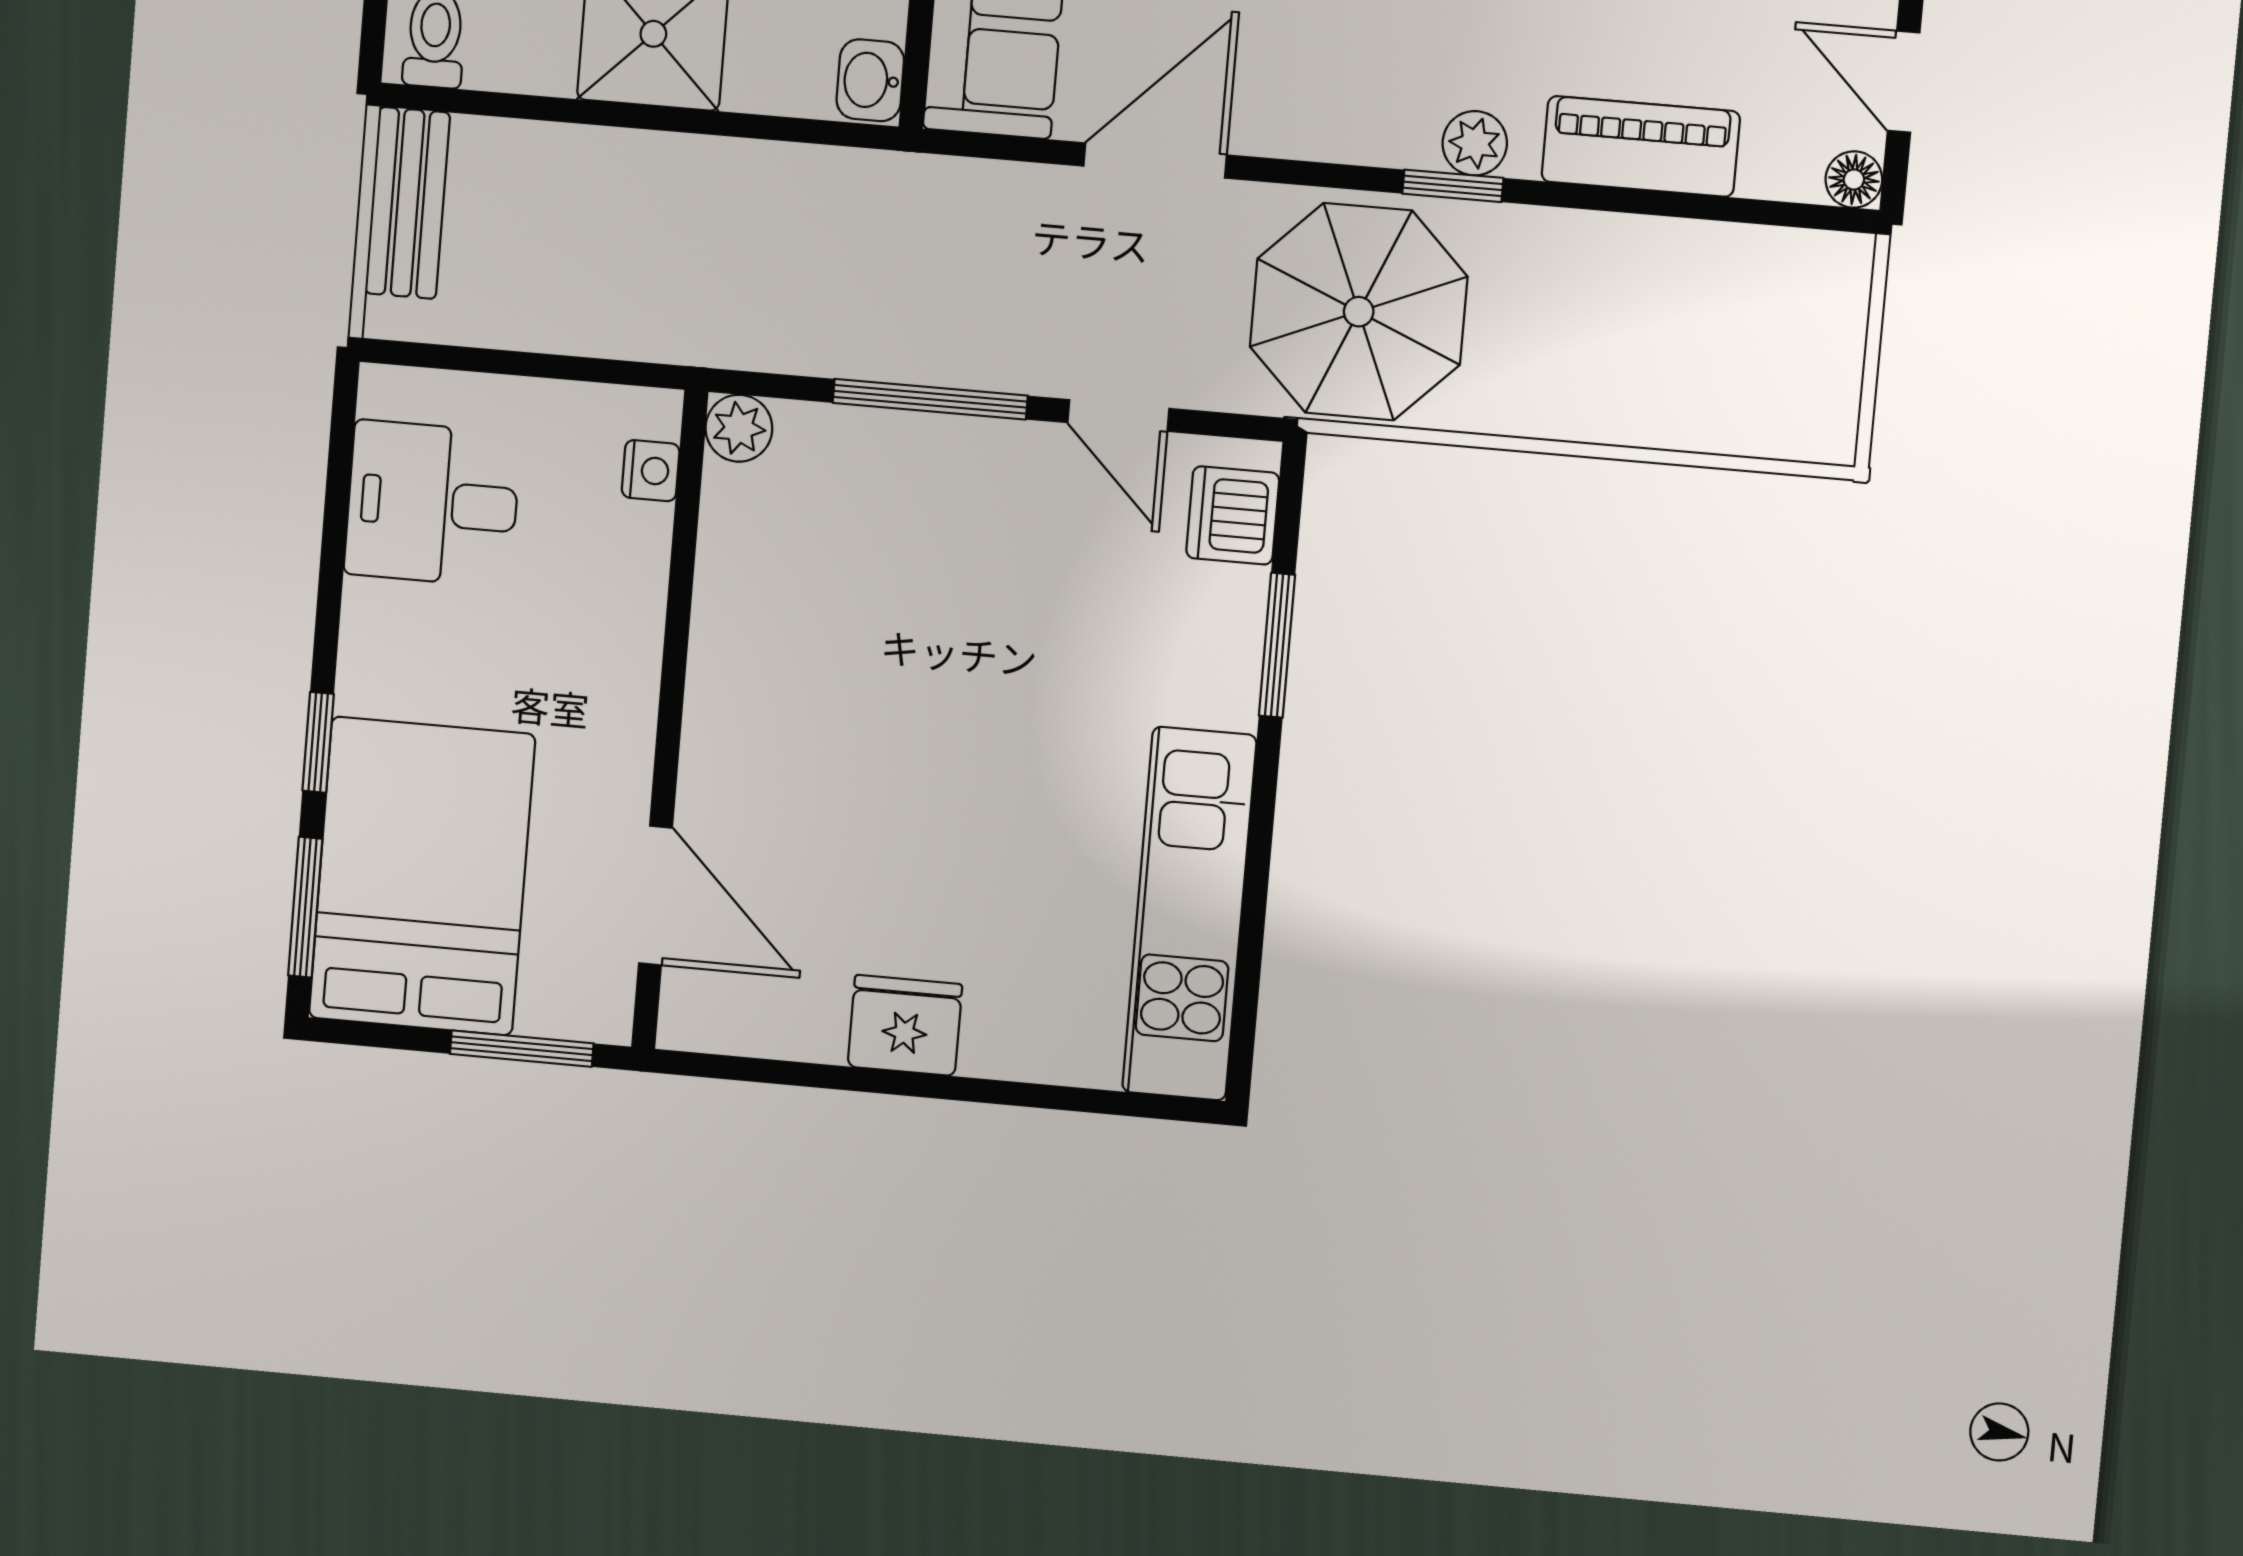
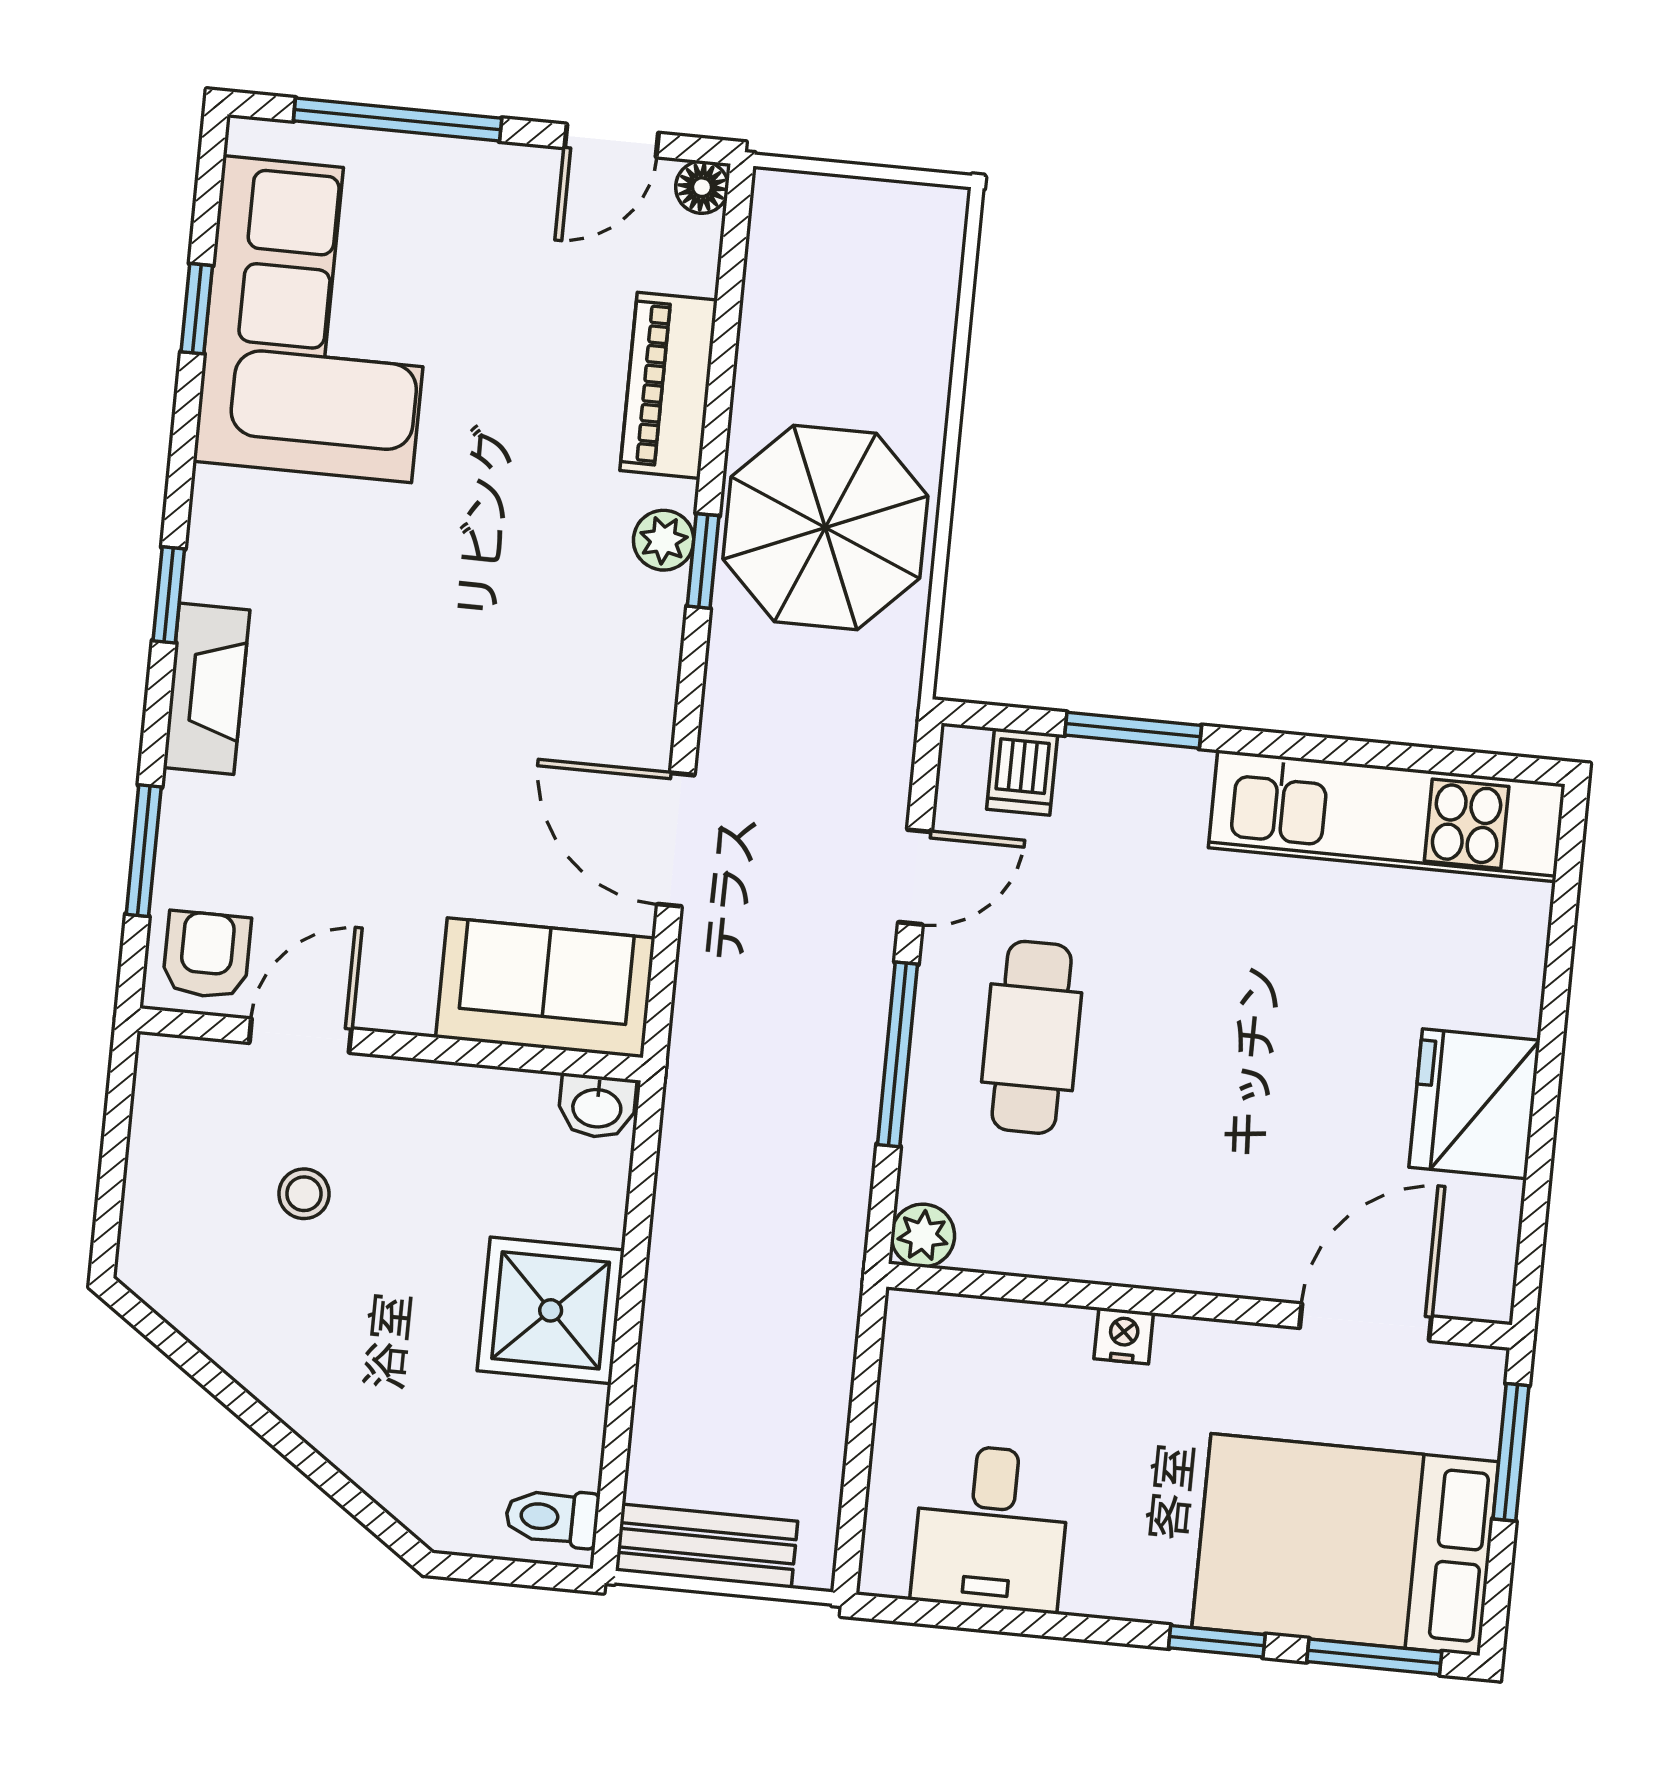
parasol: (1359, 312) -> (825, 527), moved
nightstand: (651, 471) -> (1124, 1336), moved
dishwasher: (1233, 515) -> (1022, 772), width x0.73
cafe table: (950, 541) -> (1032, 1037), added
fridge: (905, 1025) -> (1474, 1104), width x1.36, depth x1.34

